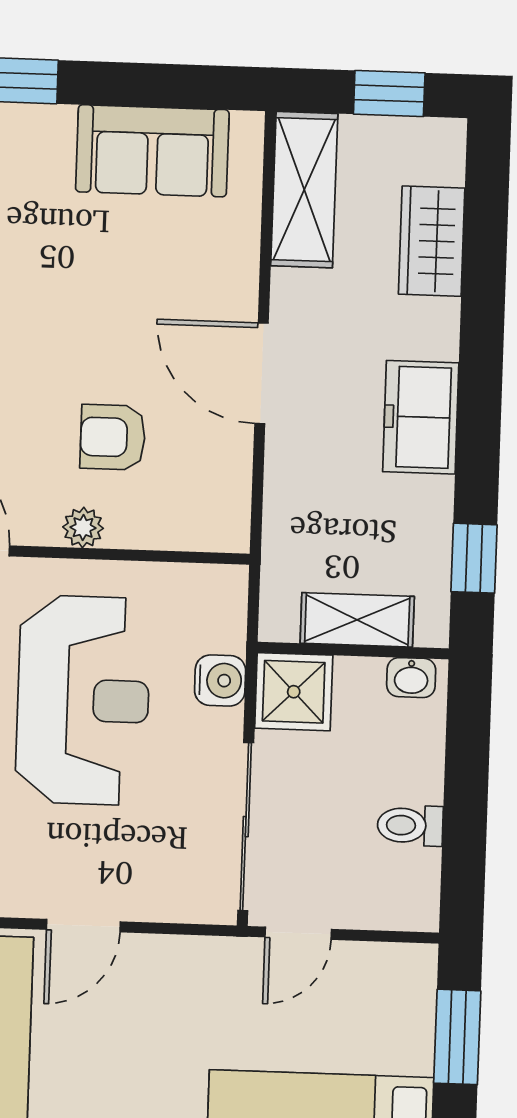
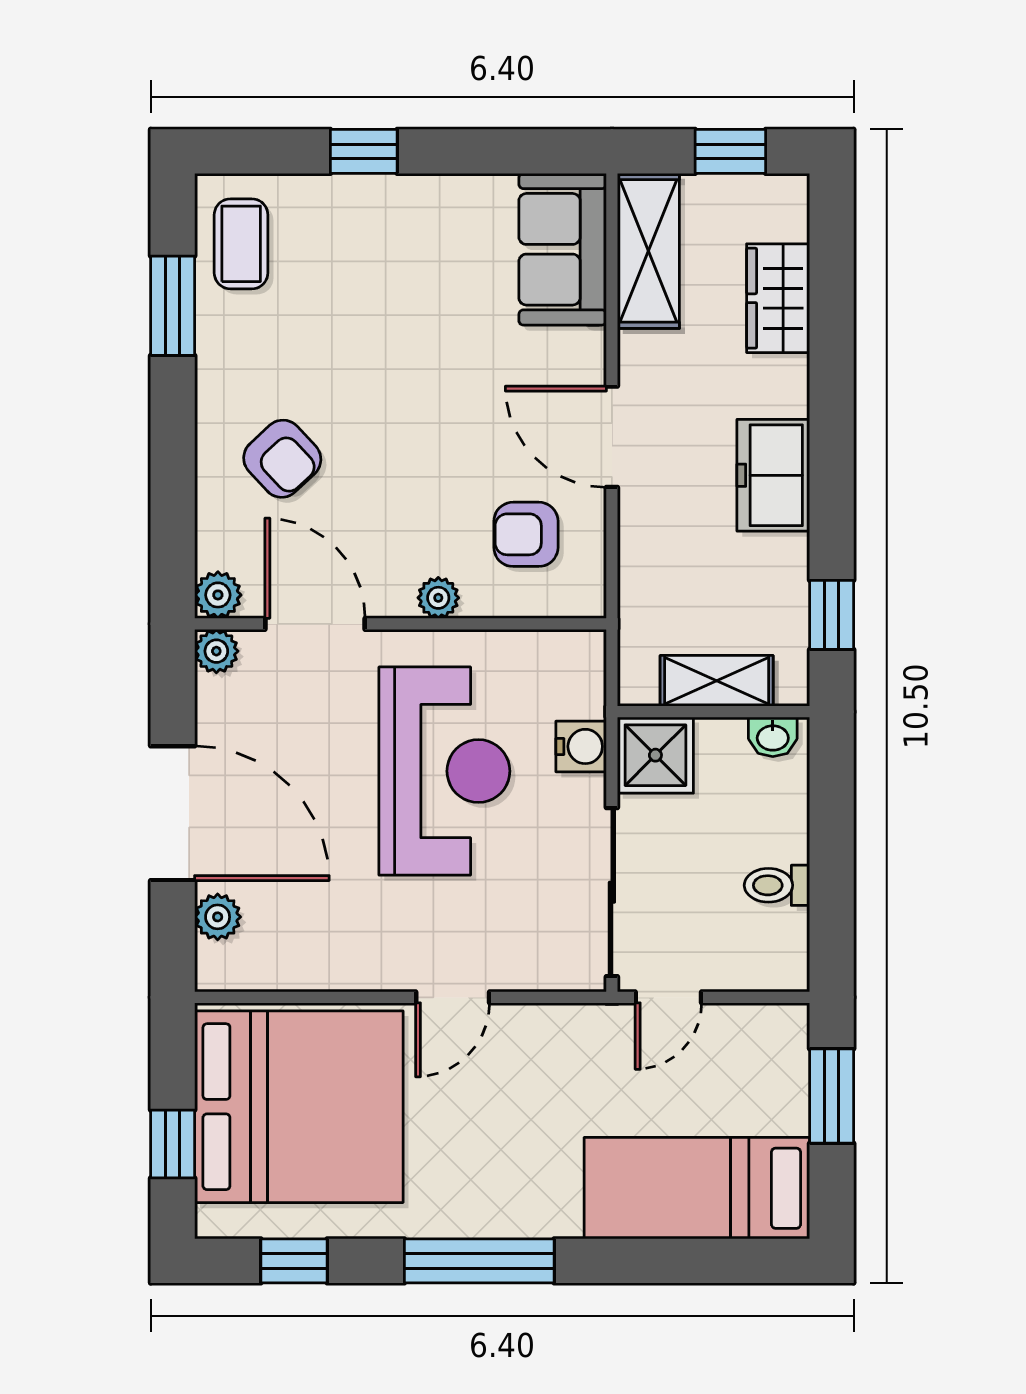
sofa: (152, 151) -> (563, 249), moved, turned 90
armchair: (113, 437) -> (526, 534), moved

